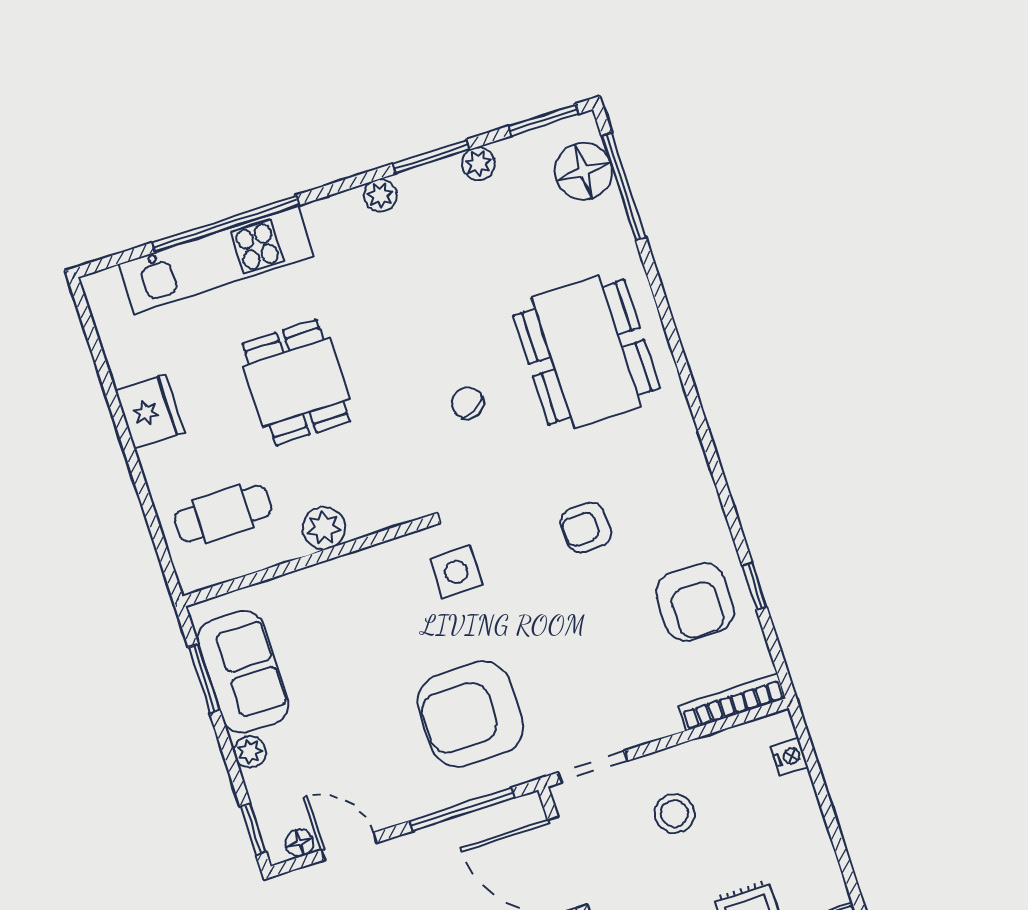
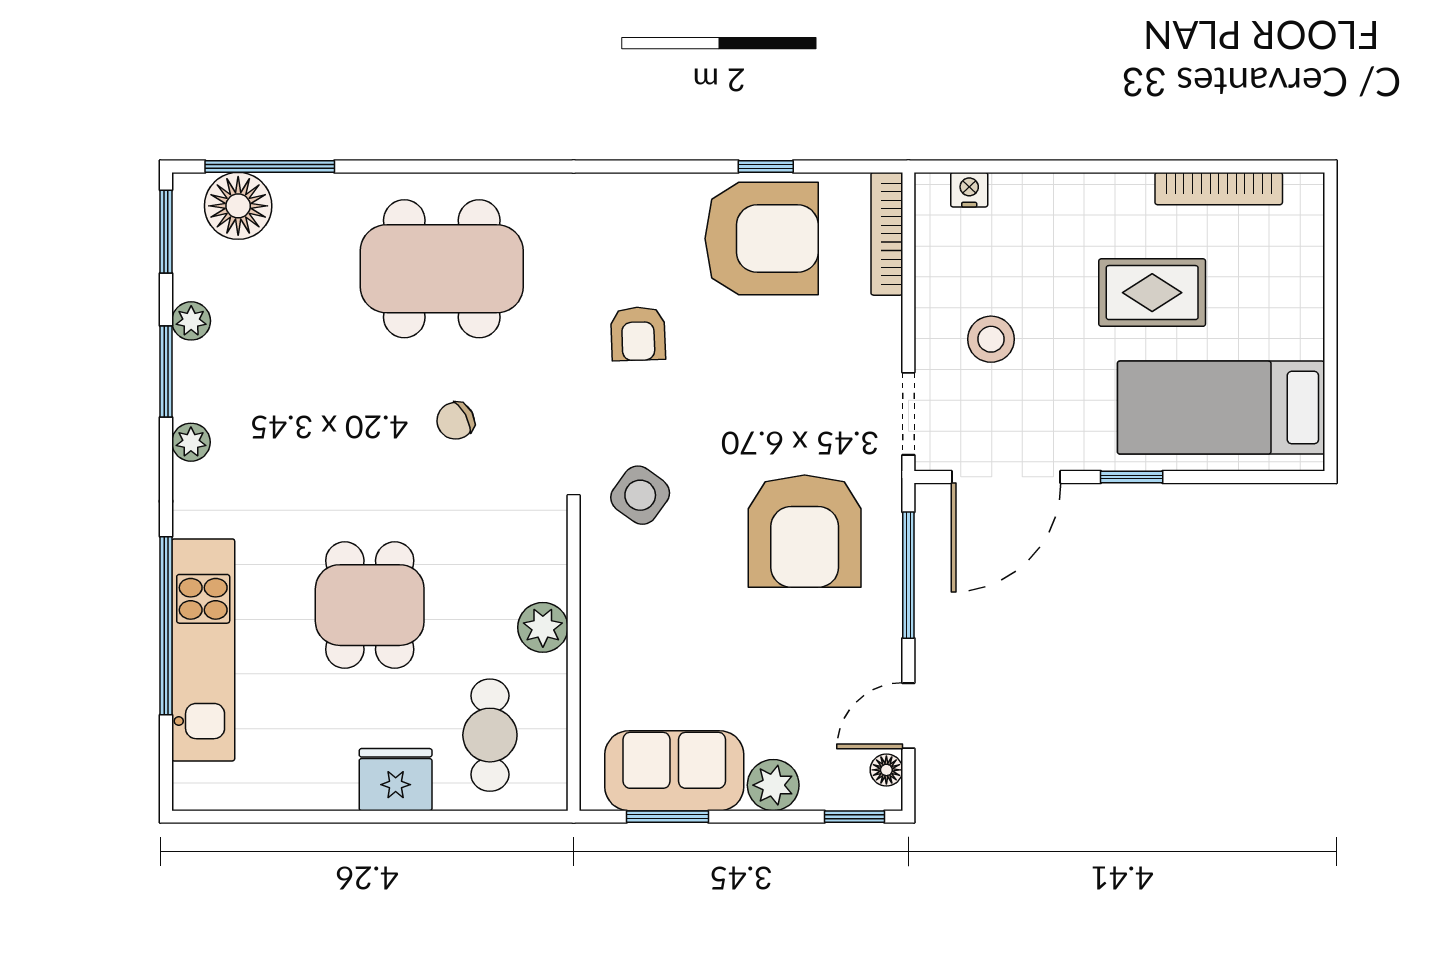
dining table: (296, 383) -> (370, 605), turned 90
fridge: (150, 412) -> (396, 780), moved
side table: (456, 572) -> (640, 495), turned 36
armchair: (695, 602) -> (762, 239), width x1.36, depth x1.36
plant: (250, 752) -> (773, 785), width x1.38, depth x1.38

